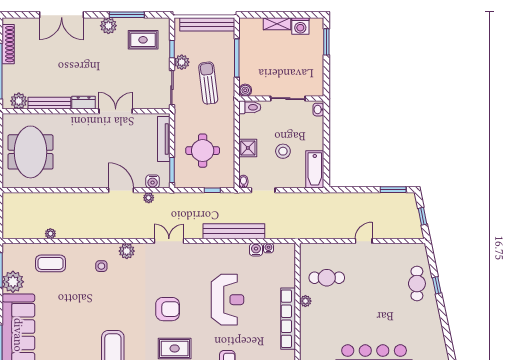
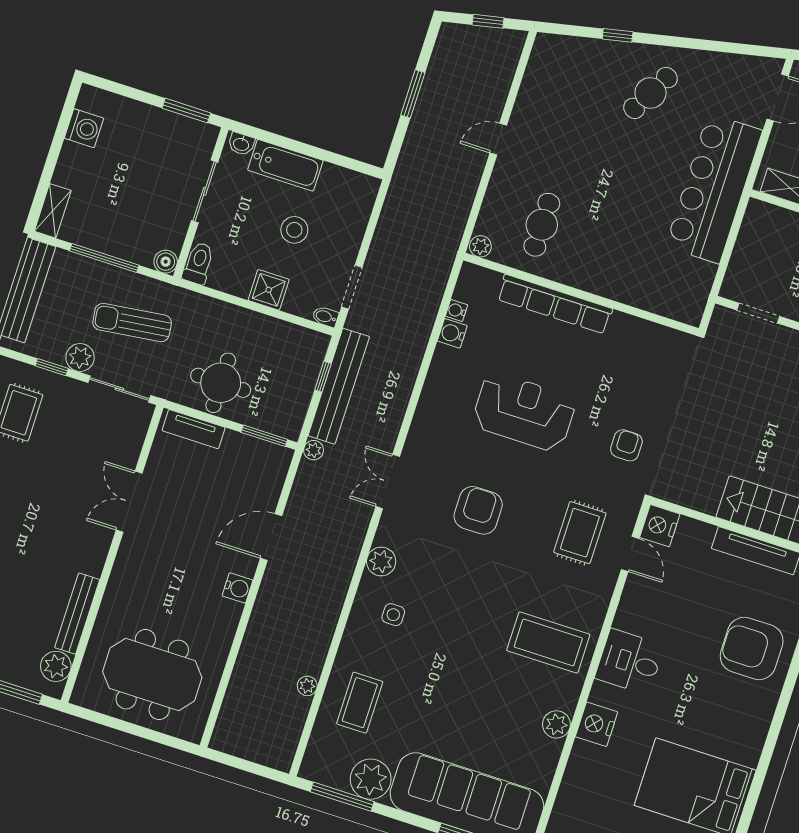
shelving: (277, 24) -> (53, 211), moved
window: (326, 42) -> (186, 111), moved
dresser: (84, 103) -> (96, 553), removed
tv unit: (164, 139) -> (194, 429), width x0.71
round table: (203, 151) -> (221, 383), moved
bathtub: (315, 169) -> (285, 165), moved
water cooler: (153, 181) -> (238, 588), moved
window: (393, 190) -> (413, 94), moved
plant: (149, 198) -> (314, 450), moved
bench: (234, 231) -> (339, 386), moved
door: (364, 241) -> (498, 139), hinge flipped
cafe table: (417, 284) -> (650, 93), moved, turned -61
plant: (305, 301) -> (480, 246), moved
armchair: (168, 309) -> (478, 510), moved
row of seats: (288, 319) -> (555, 304), moved

